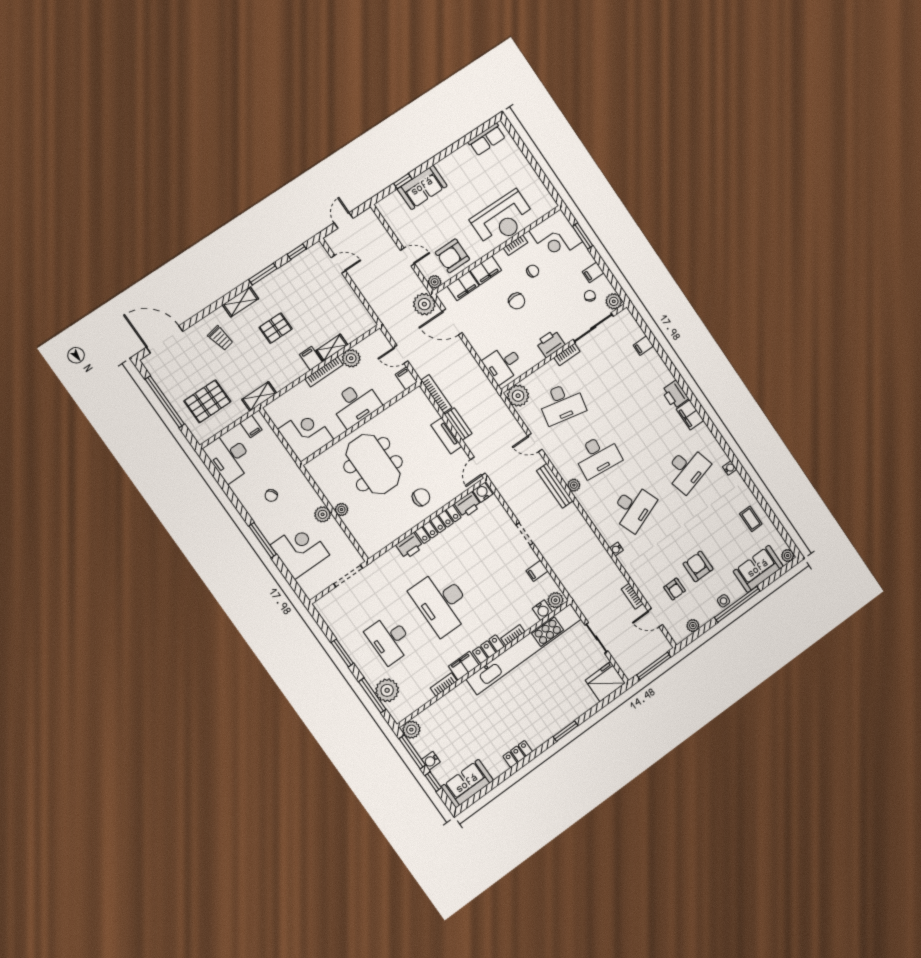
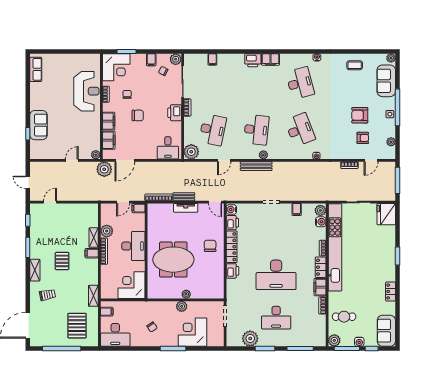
armchair: (452, 256) -> (88, 135), removed
plant: (387, 690) -> (250, 339), moved
cafe table: (448, 720) -> (344, 317), added

